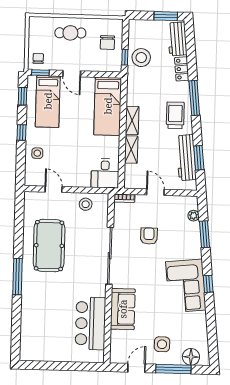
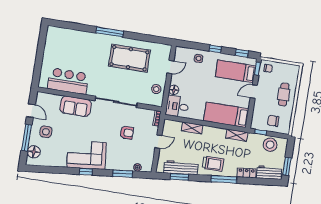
stool: (141, 58) -> (270, 145), moved
shelving: (132, 120) -> (237, 135), moved
floor lamp: (83, 181) -> (174, 90), added

